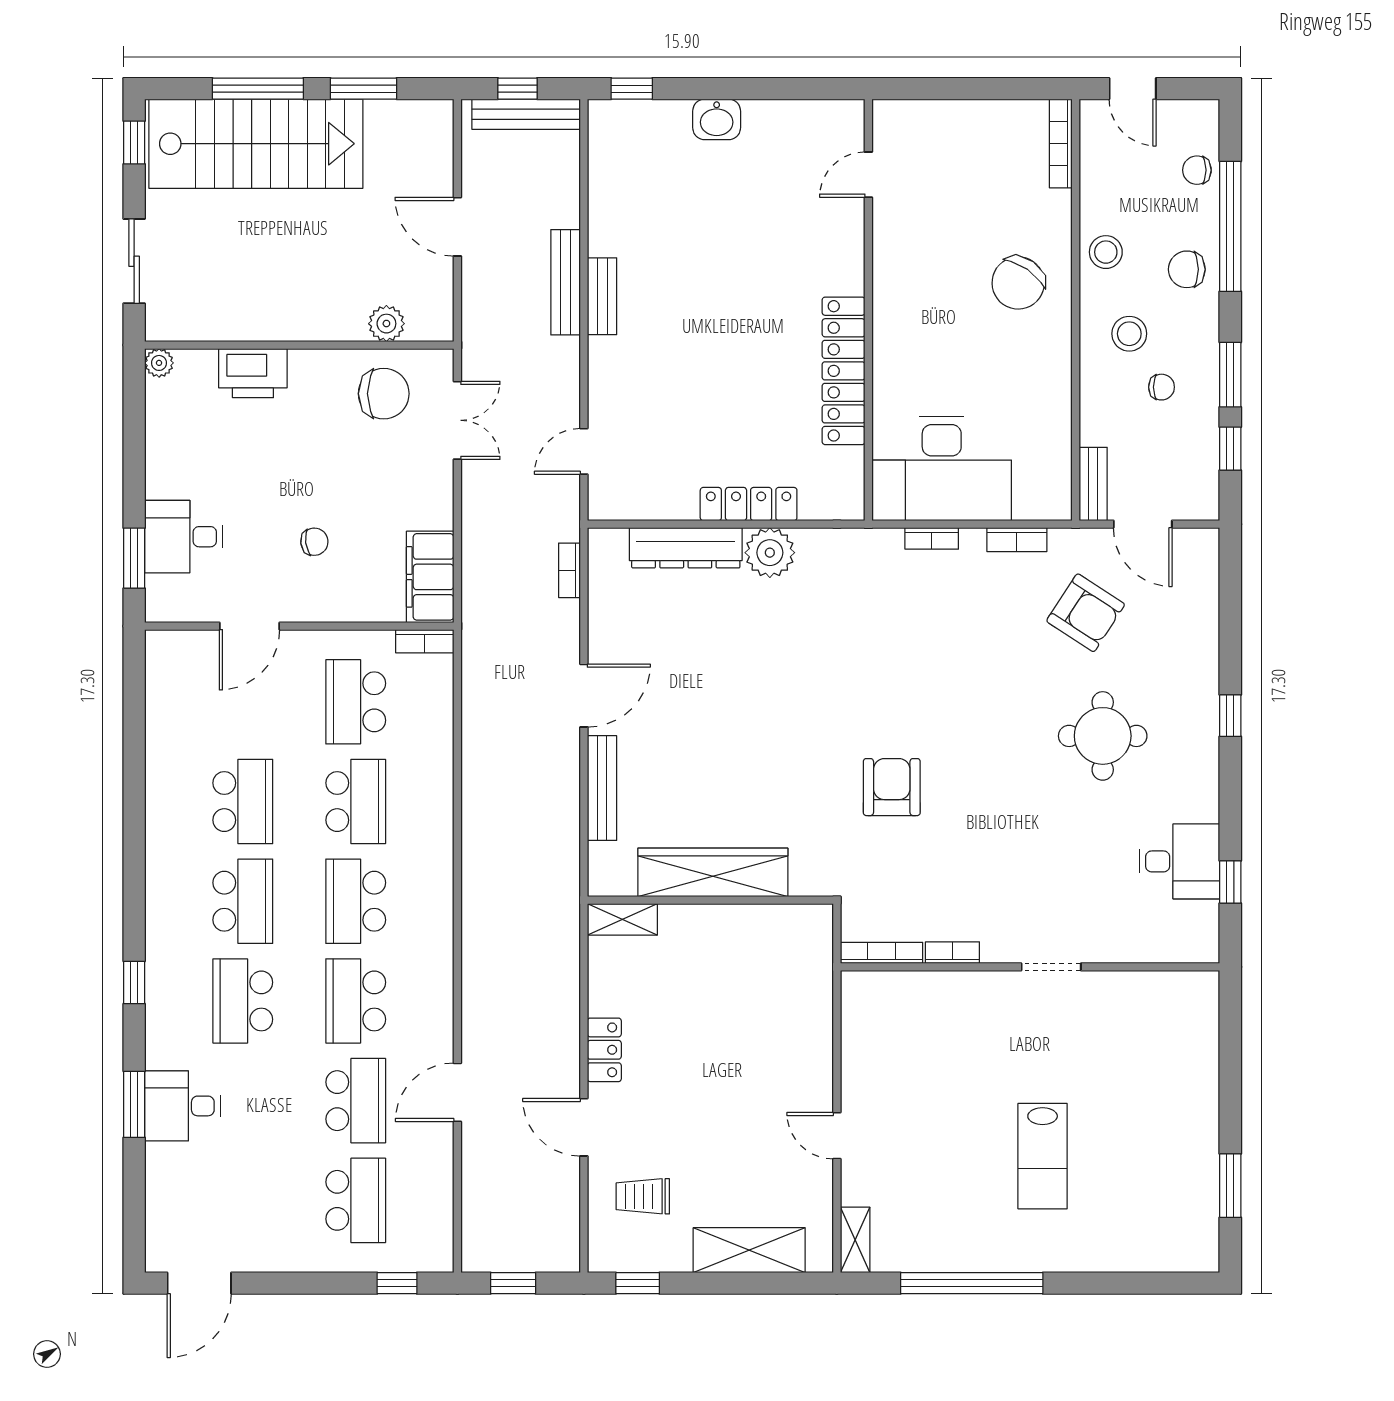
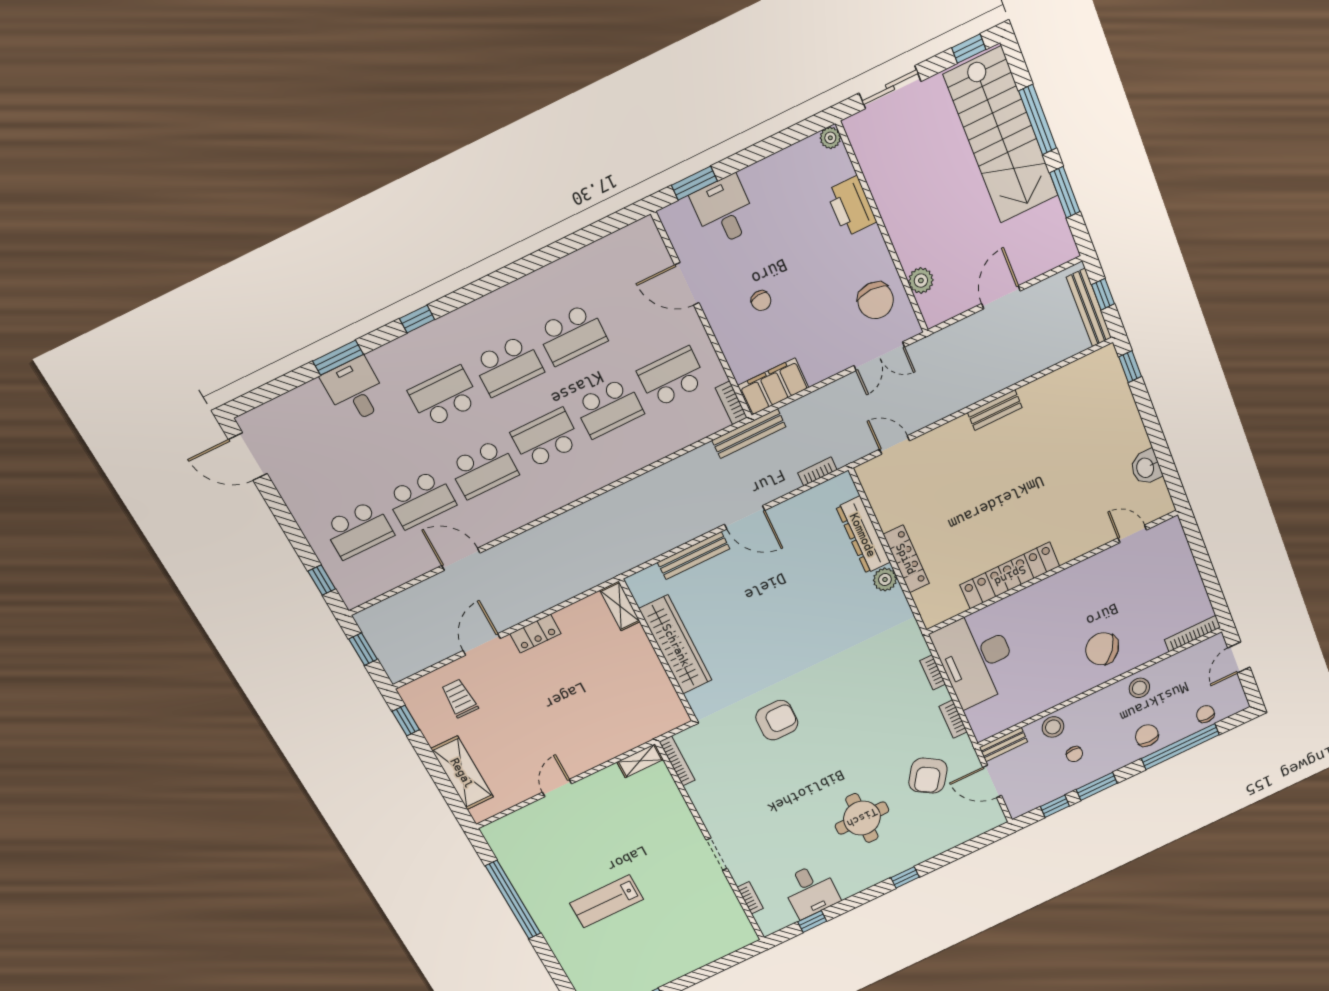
washbasin: (717, 119) -> (1146, 467), moved
bench: (566, 282) -> (749, 434), moved
stool: (1129, 334) -> (1053, 727), moved
door: (1143, 524) -> (992, 781), hinge flipped
plant: (770, 553) -> (885, 579), width x0.73, depth x0.73
bookcase: (952, 953) -> (750, 898), moved
school desk: (356, 1001) -> (483, 469), turned 180
shelving: (855, 1240) -> (640, 761), moved

